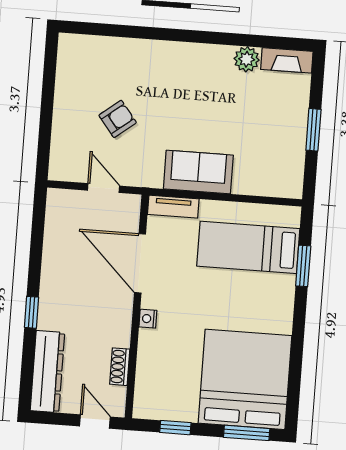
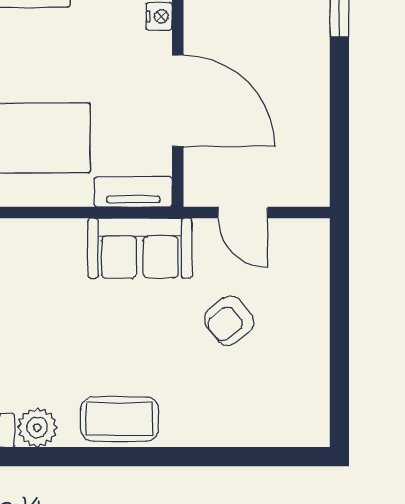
coffee table: (193, 61) -> (120, 419), added
sofa: (198, 172) -> (140, 248), moved

